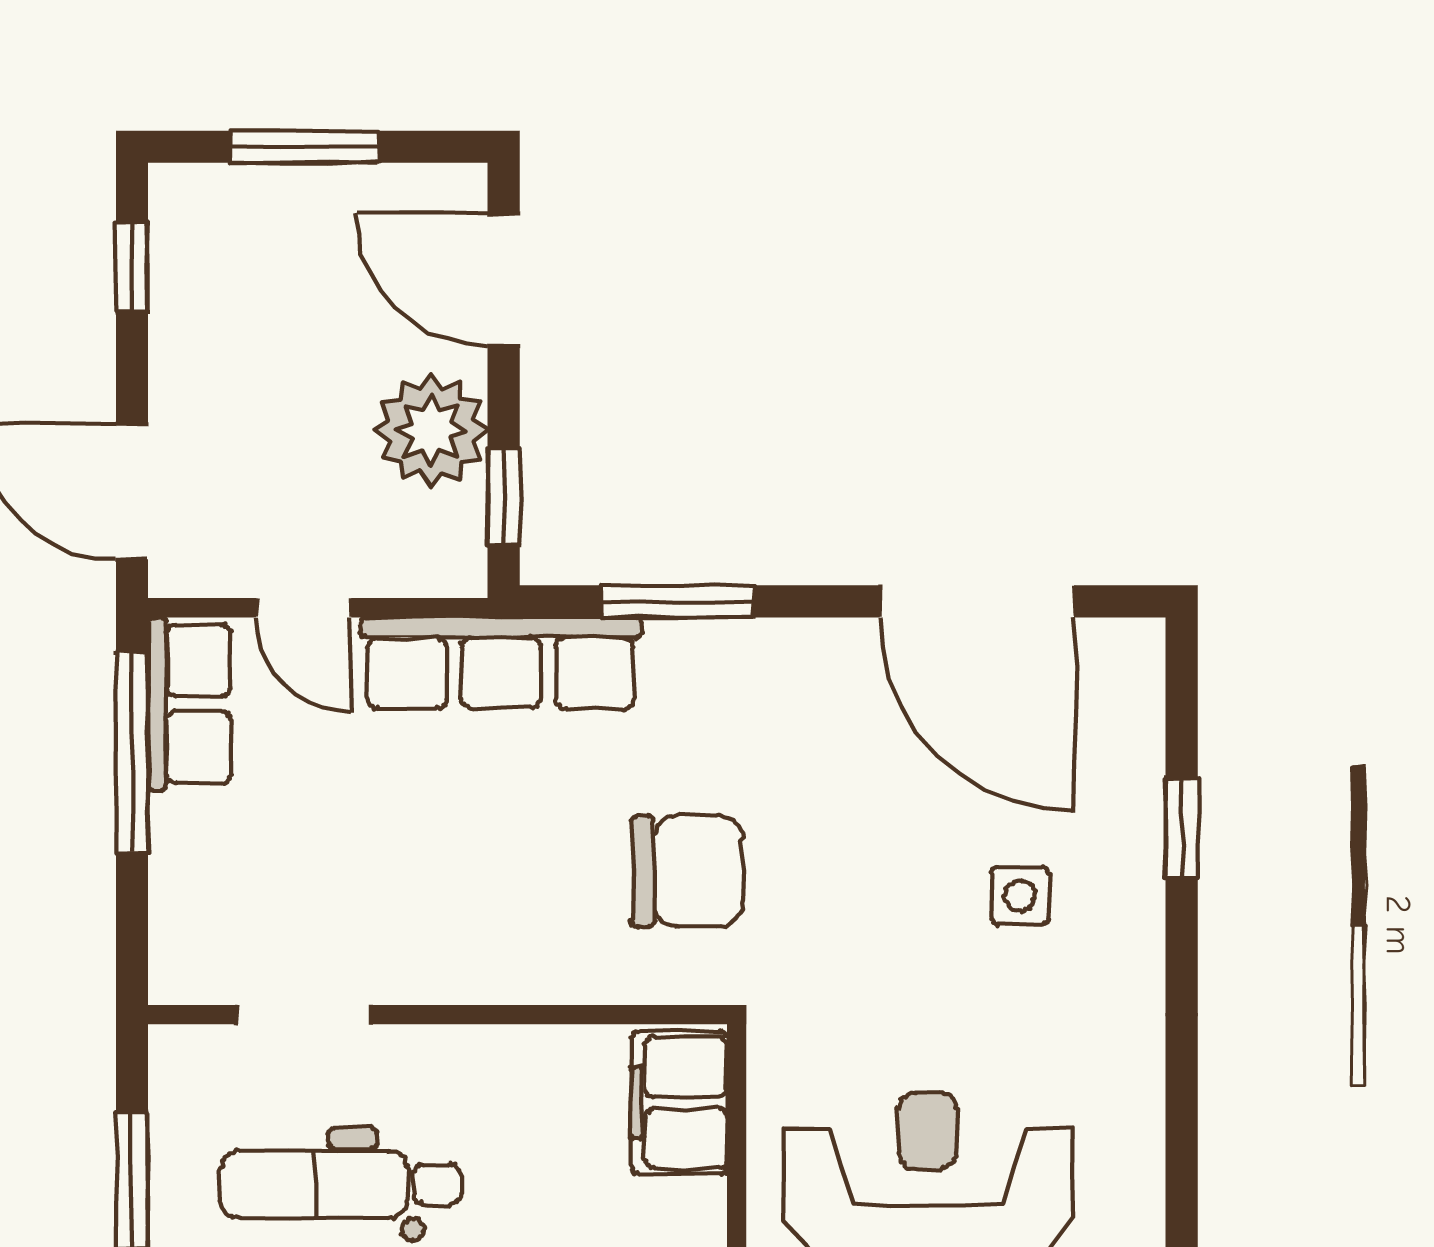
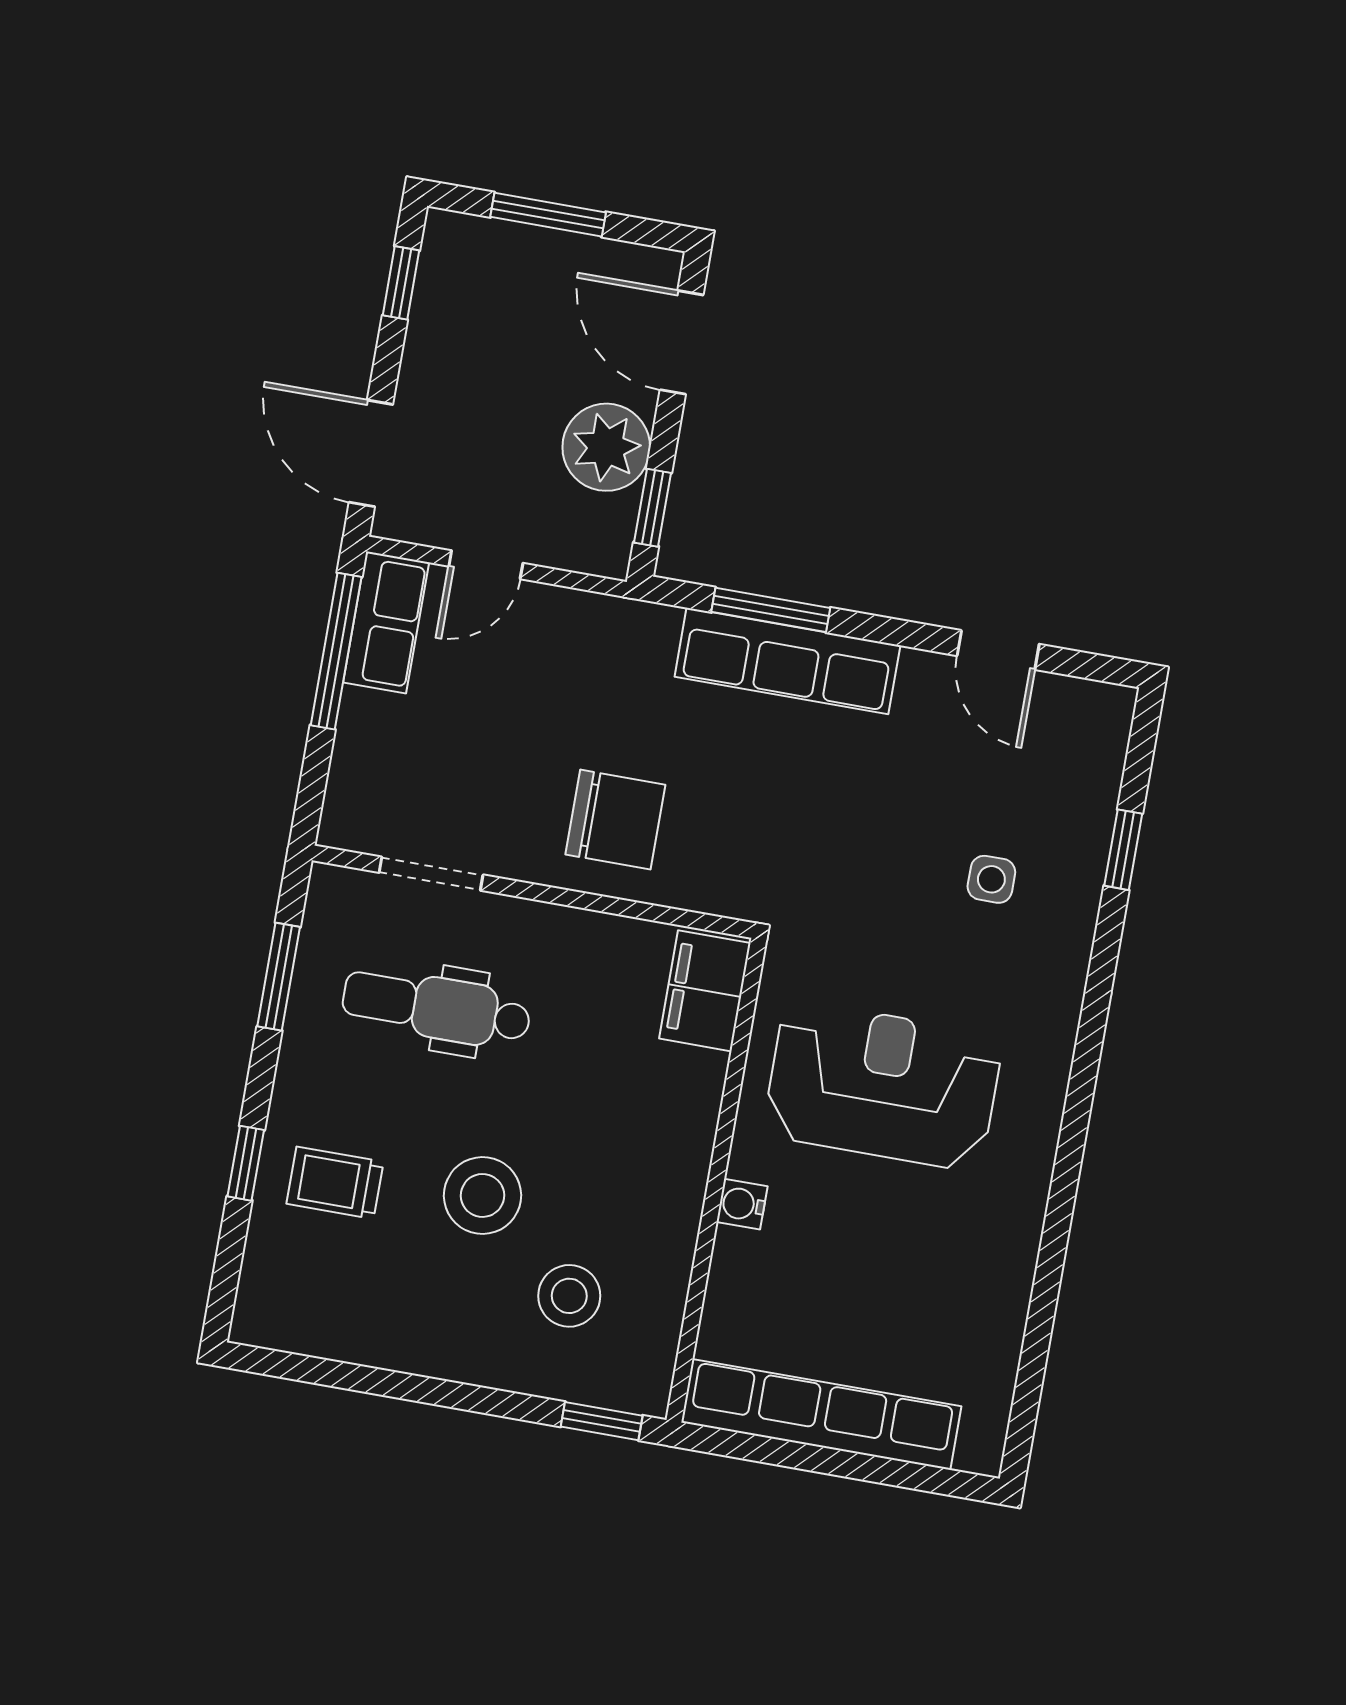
door: (977, 601) -> (998, 650), width x0.53
door: (304, 608) -> (486, 565), hinge flipped
row of seats: (501, 663) -> (787, 661), moved
chair: (687, 871) -> (615, 820), moved

